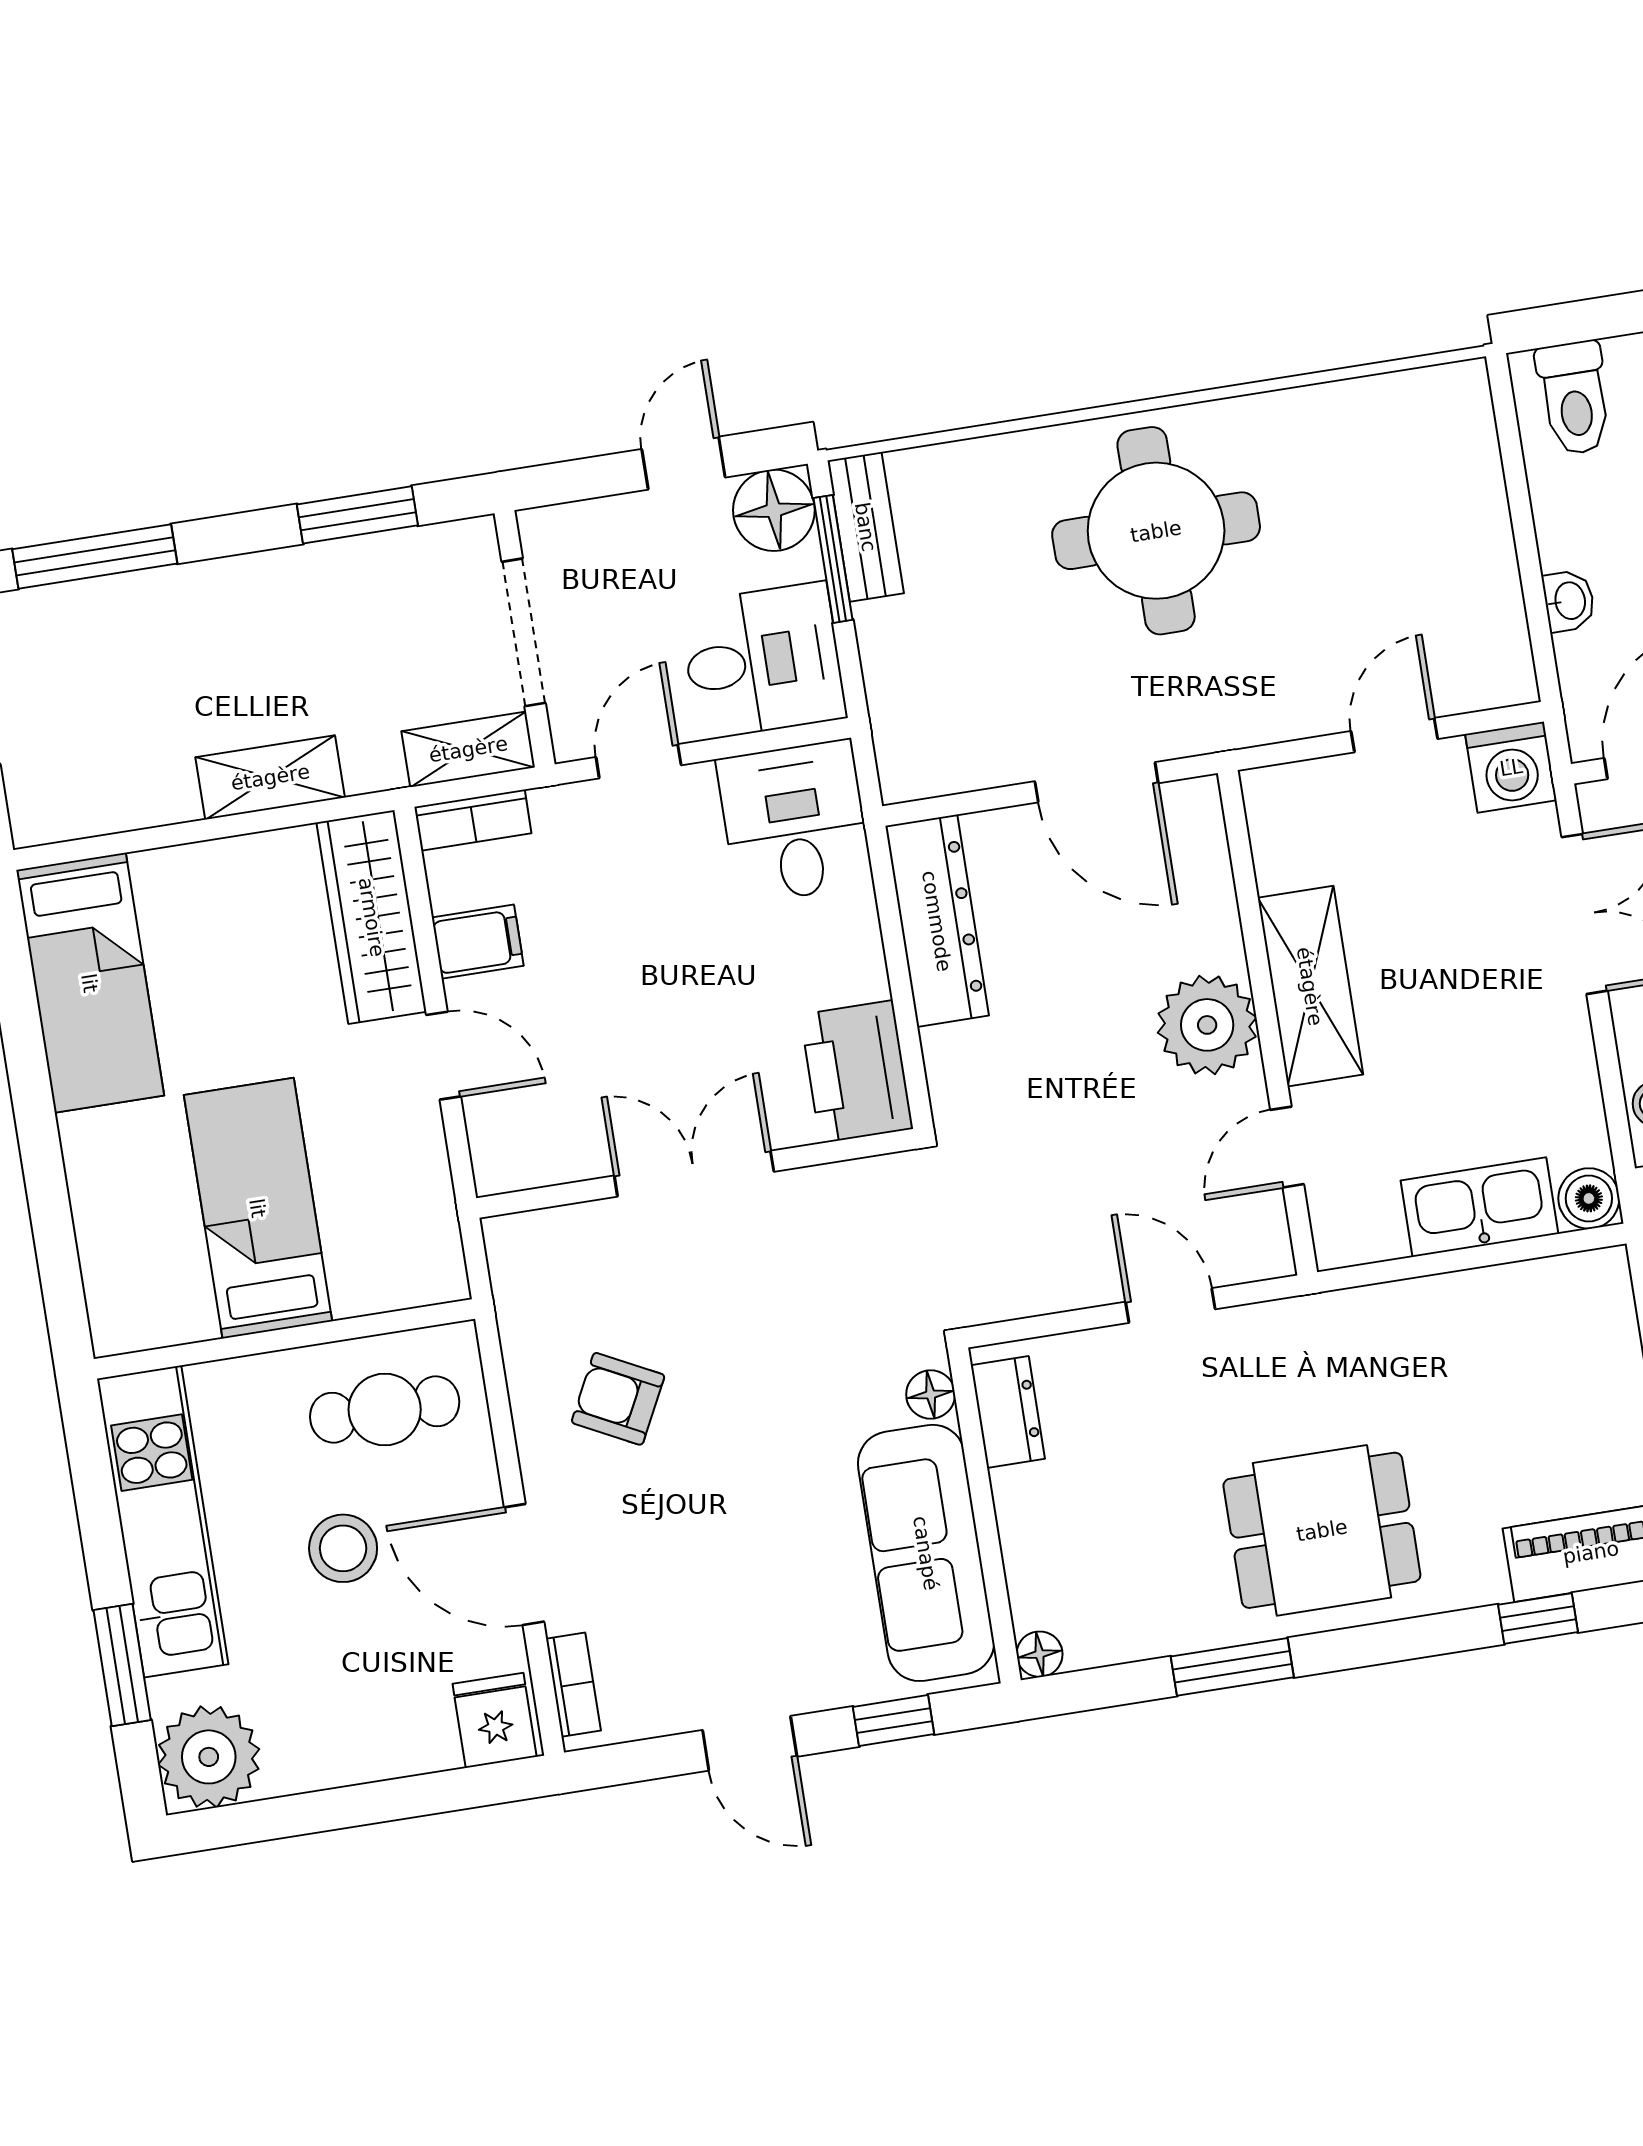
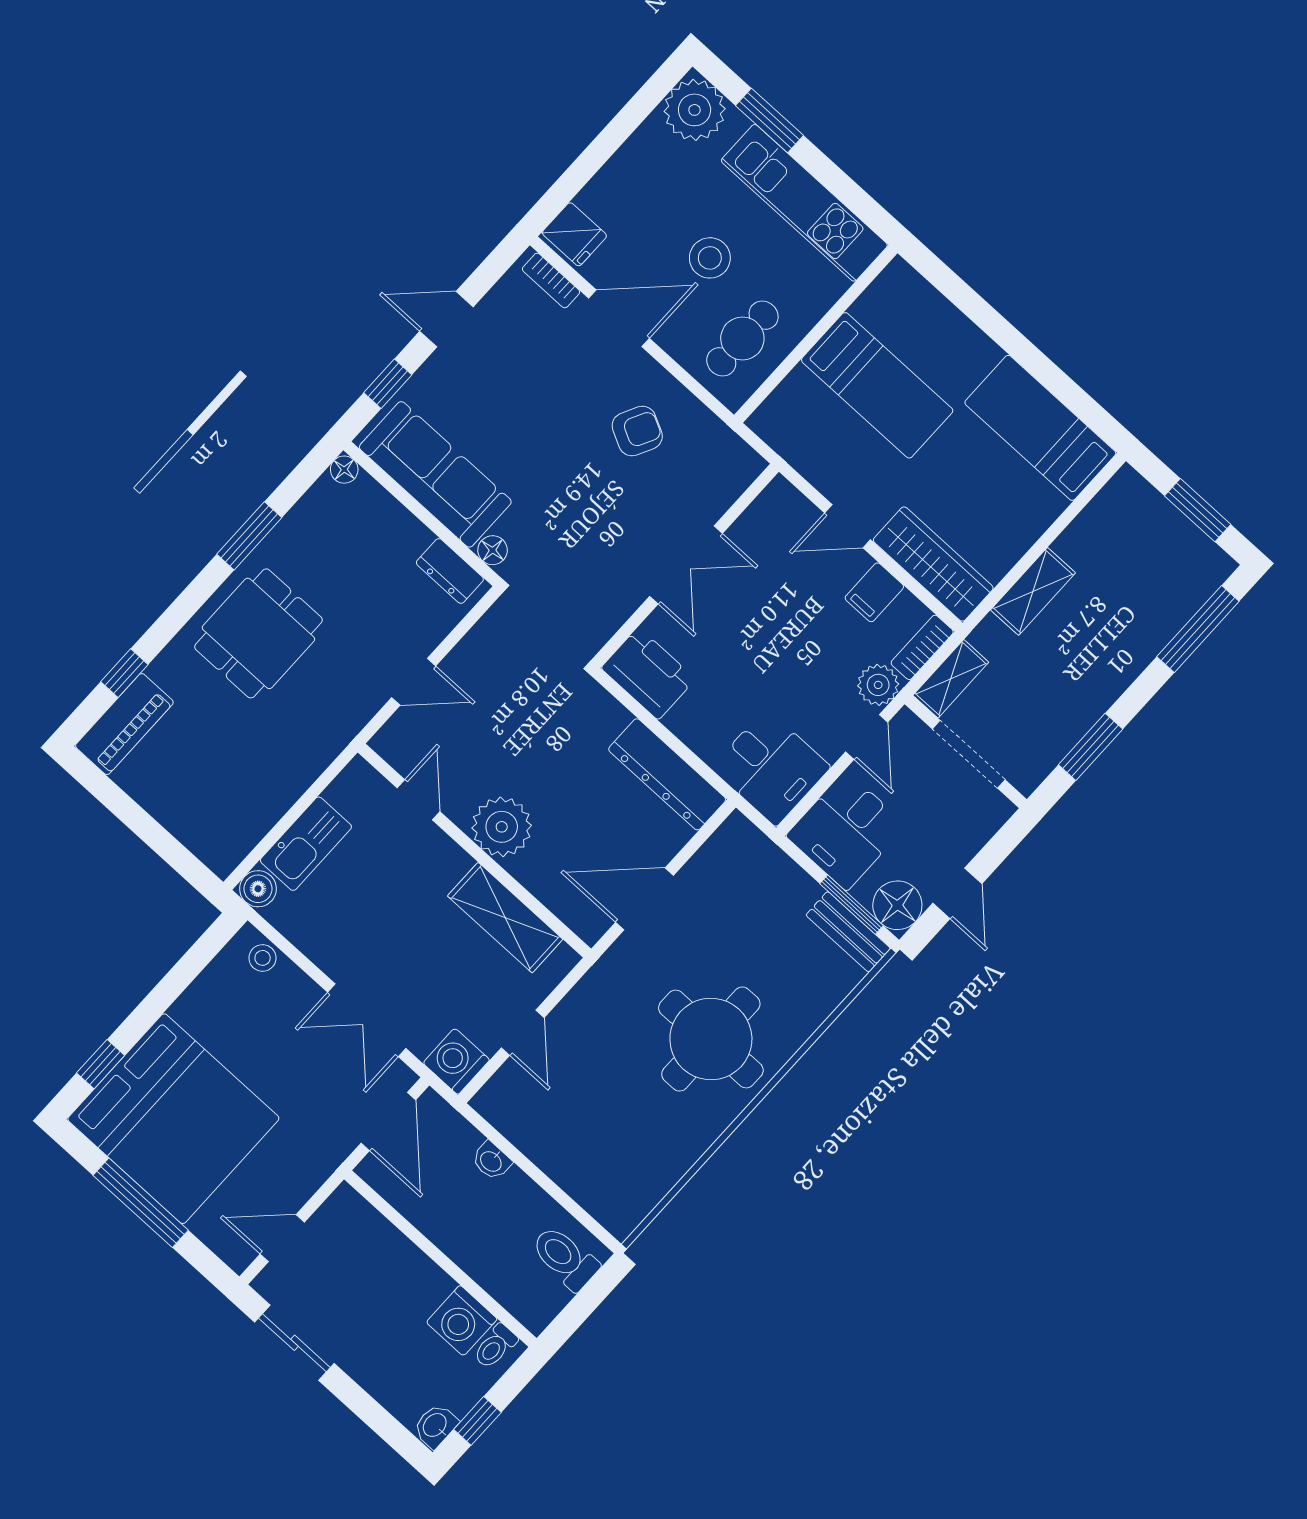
plant: (569, 817) -> (878, 685), added
shelving: (1310, 986) -> (505, 918), moved

